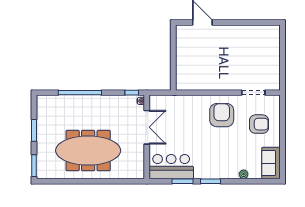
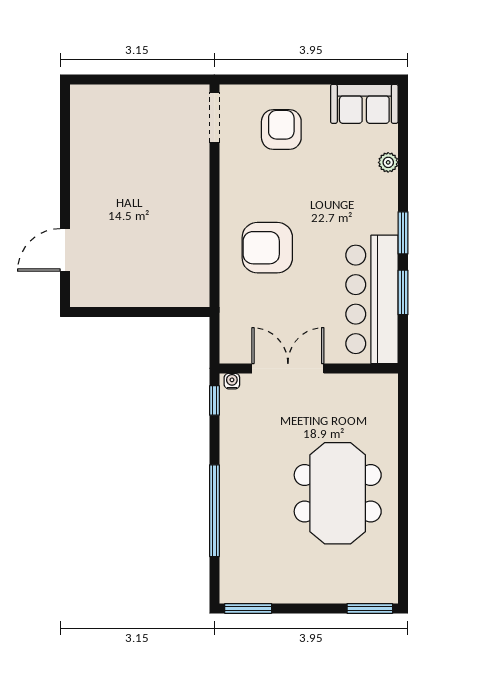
doorway: (253, 93) -> (214, 117), moved
armchair: (222, 115) -> (267, 248), moved
window: (34, 130) -> (248, 608), moved
meeting table: (88, 151) -> (338, 493), width x0.73
bar counter: (171, 167) -> (372, 299), width x1.36

